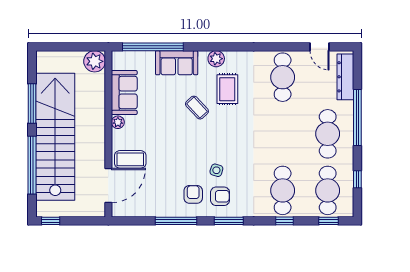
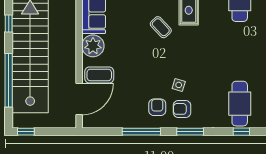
window: (32, 104) -> (9, 24), width x0.46
plant: (118, 122) -> (93, 46), width x1.87, depth x1.87
armchair: (220, 196) -> (182, 109), turned 180

